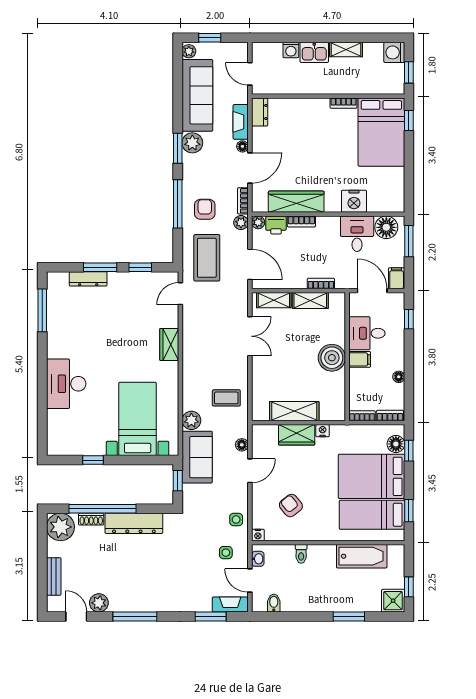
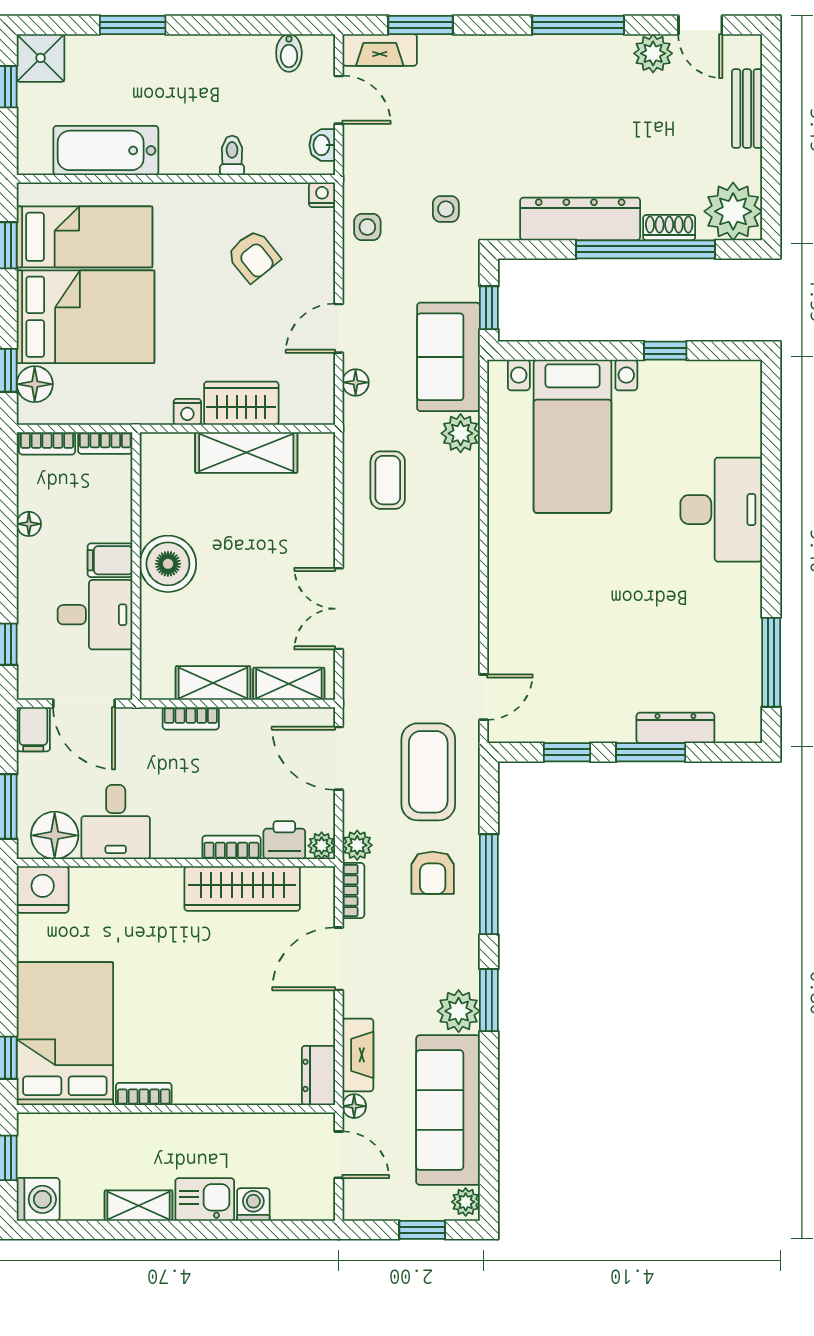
floor lamp: (242, 146) -> (354, 1106), moved
nightstand: (354, 201) -> (43, 890), moved
wardrobe: (169, 344) -> (507, 591), removed
coffee table: (226, 398) -> (388, 480), turned 90
side table: (226, 553) -> (446, 209), moved

